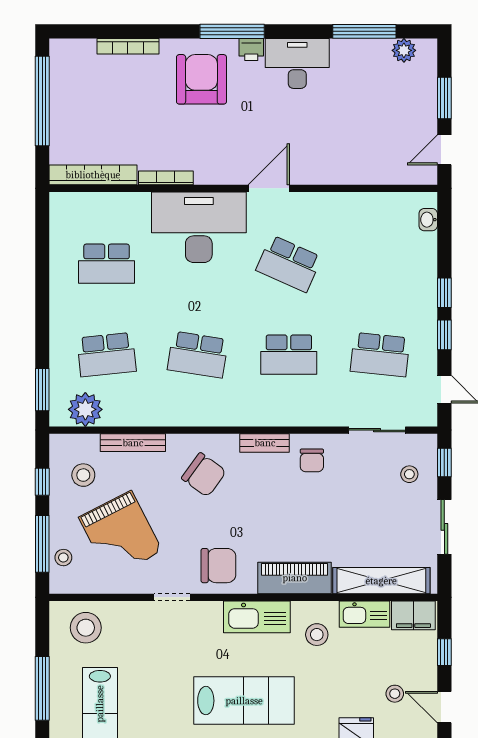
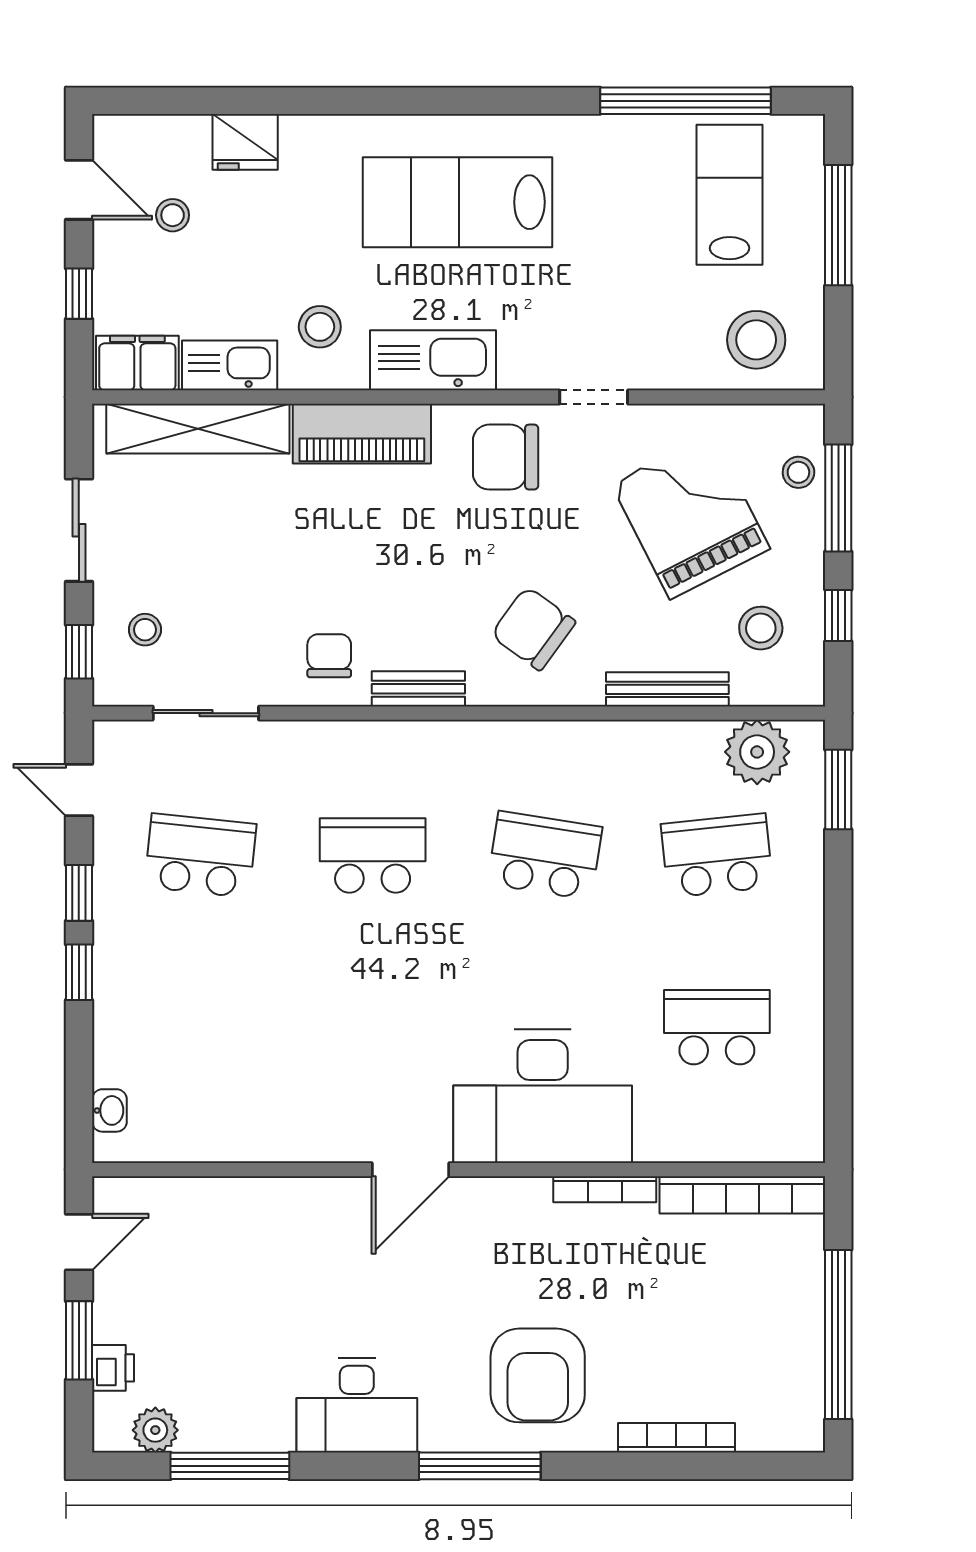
printer: (251, 49) -> (113, 1368), moved, turned 90
school desk: (289, 264) -> (373, 1027), removed

